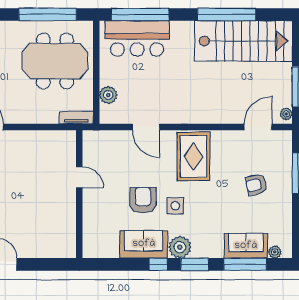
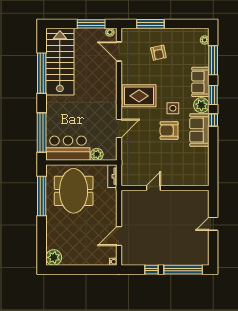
bar counter: (137, 38) -> (68, 148), moved, turned -90
door: (79, 177) -> (153, 188), moved
wall: (79, 194) -> (165, 188), moved
sofa: (246, 246) -> (200, 82), moved

